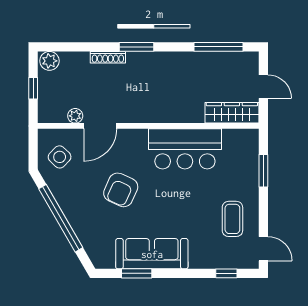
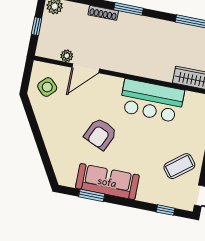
armchair: (121, 190) -> (100, 134), moved
window: (61, 218) -> (38, 138), removed
coffee table: (232, 219) -> (179, 166), turned 52

